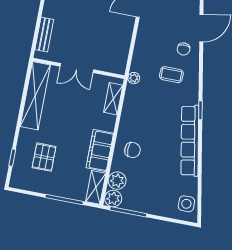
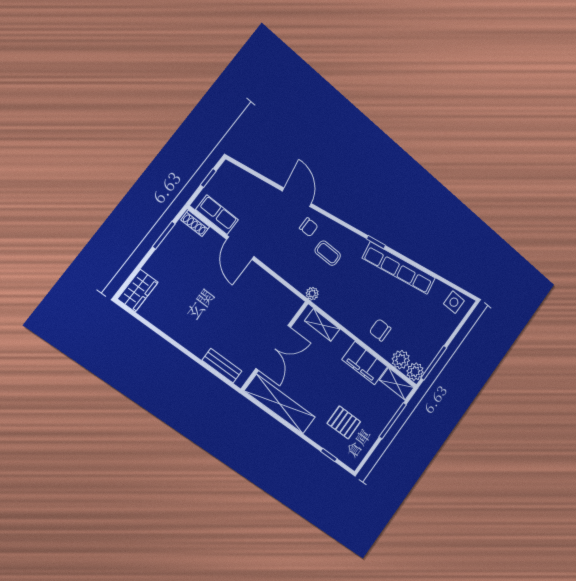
double door: (77, 68) -> (273, 348), width x1.37
coffee table: (171, 75) -> (328, 253), turned 90
chair: (132, 150) -> (380, 330), turned -90

